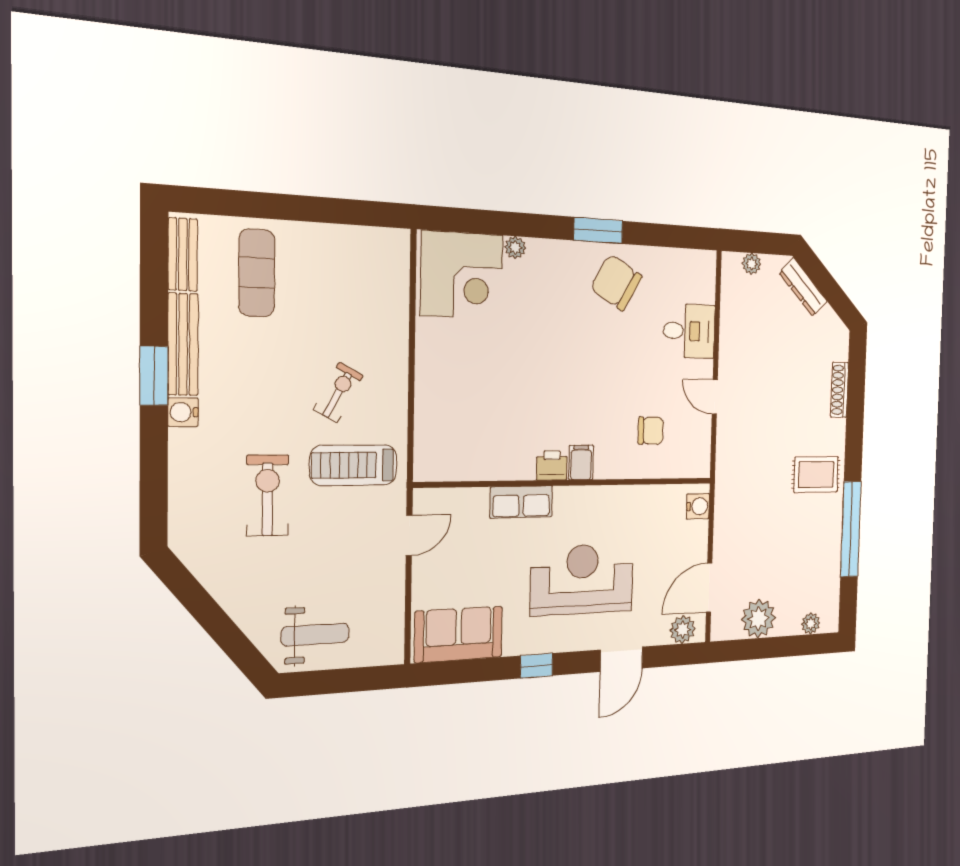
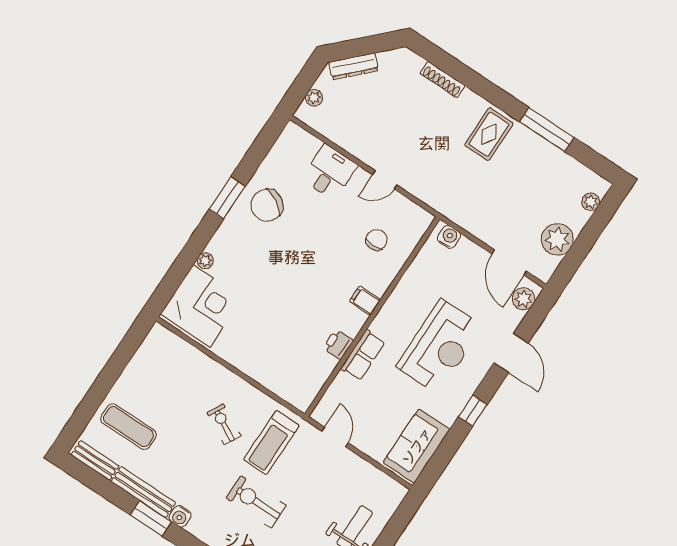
printer: (552, 465) -> (338, 344), moved
window: (851, 529) -> (547, 130), width x0.68
reception desk: (582, 579) -> (440, 347), turned 180

